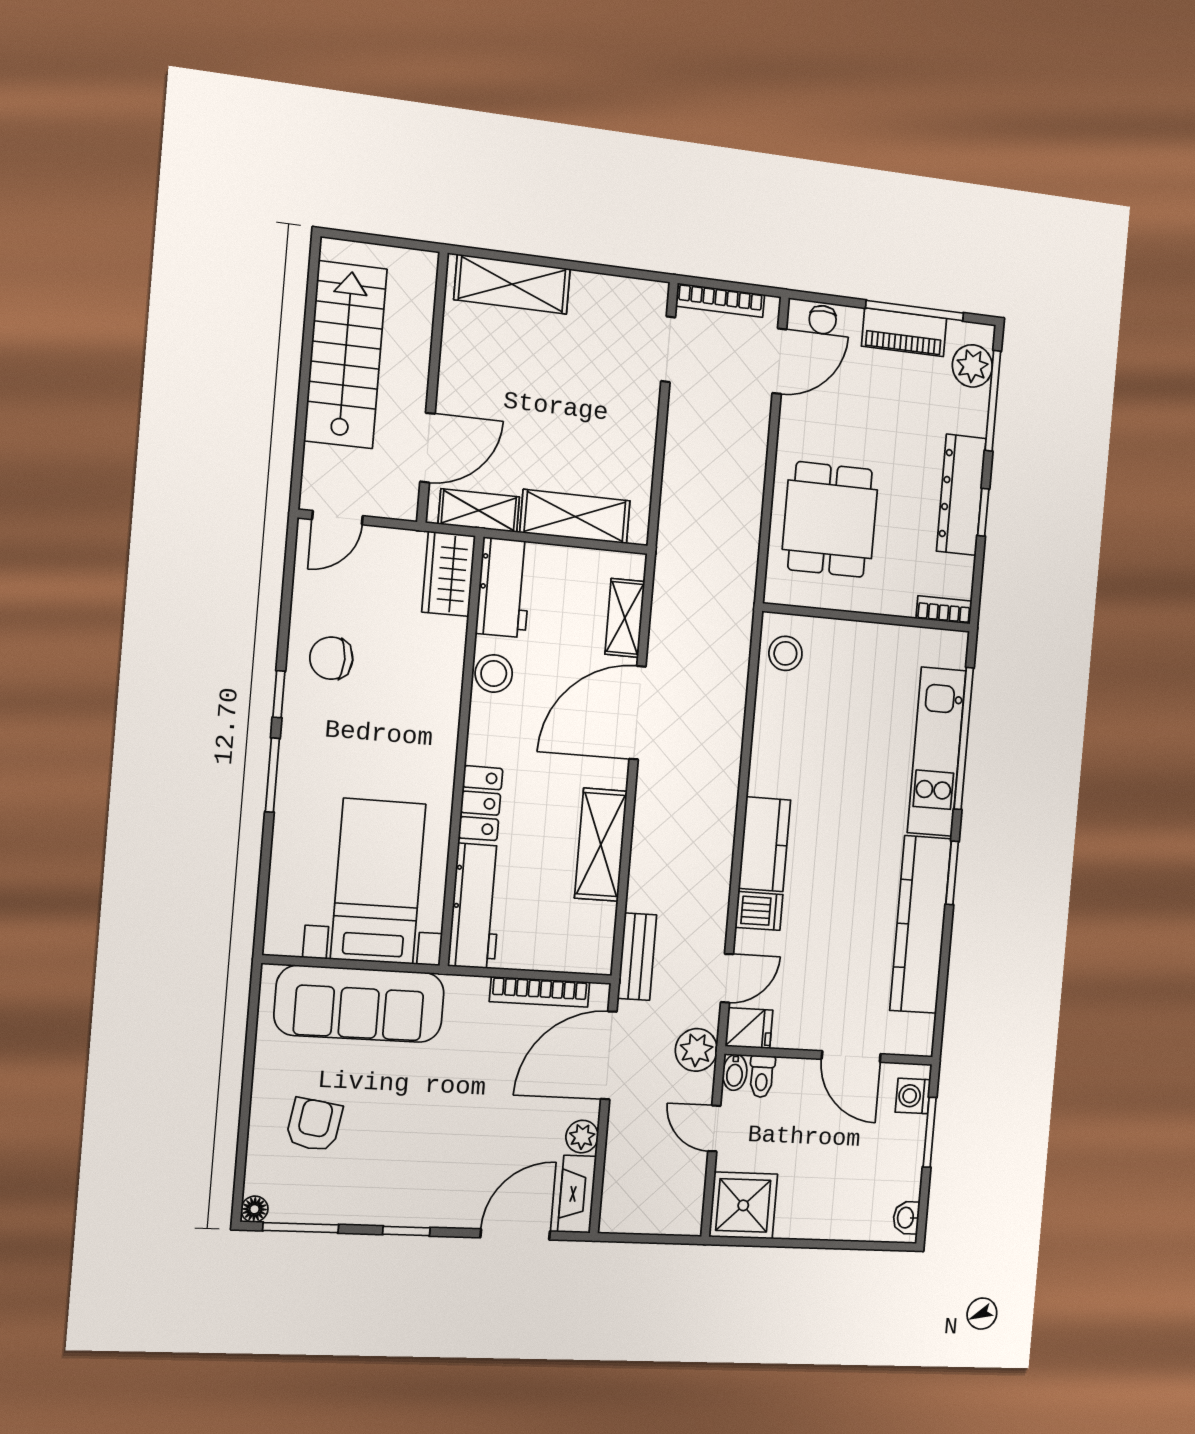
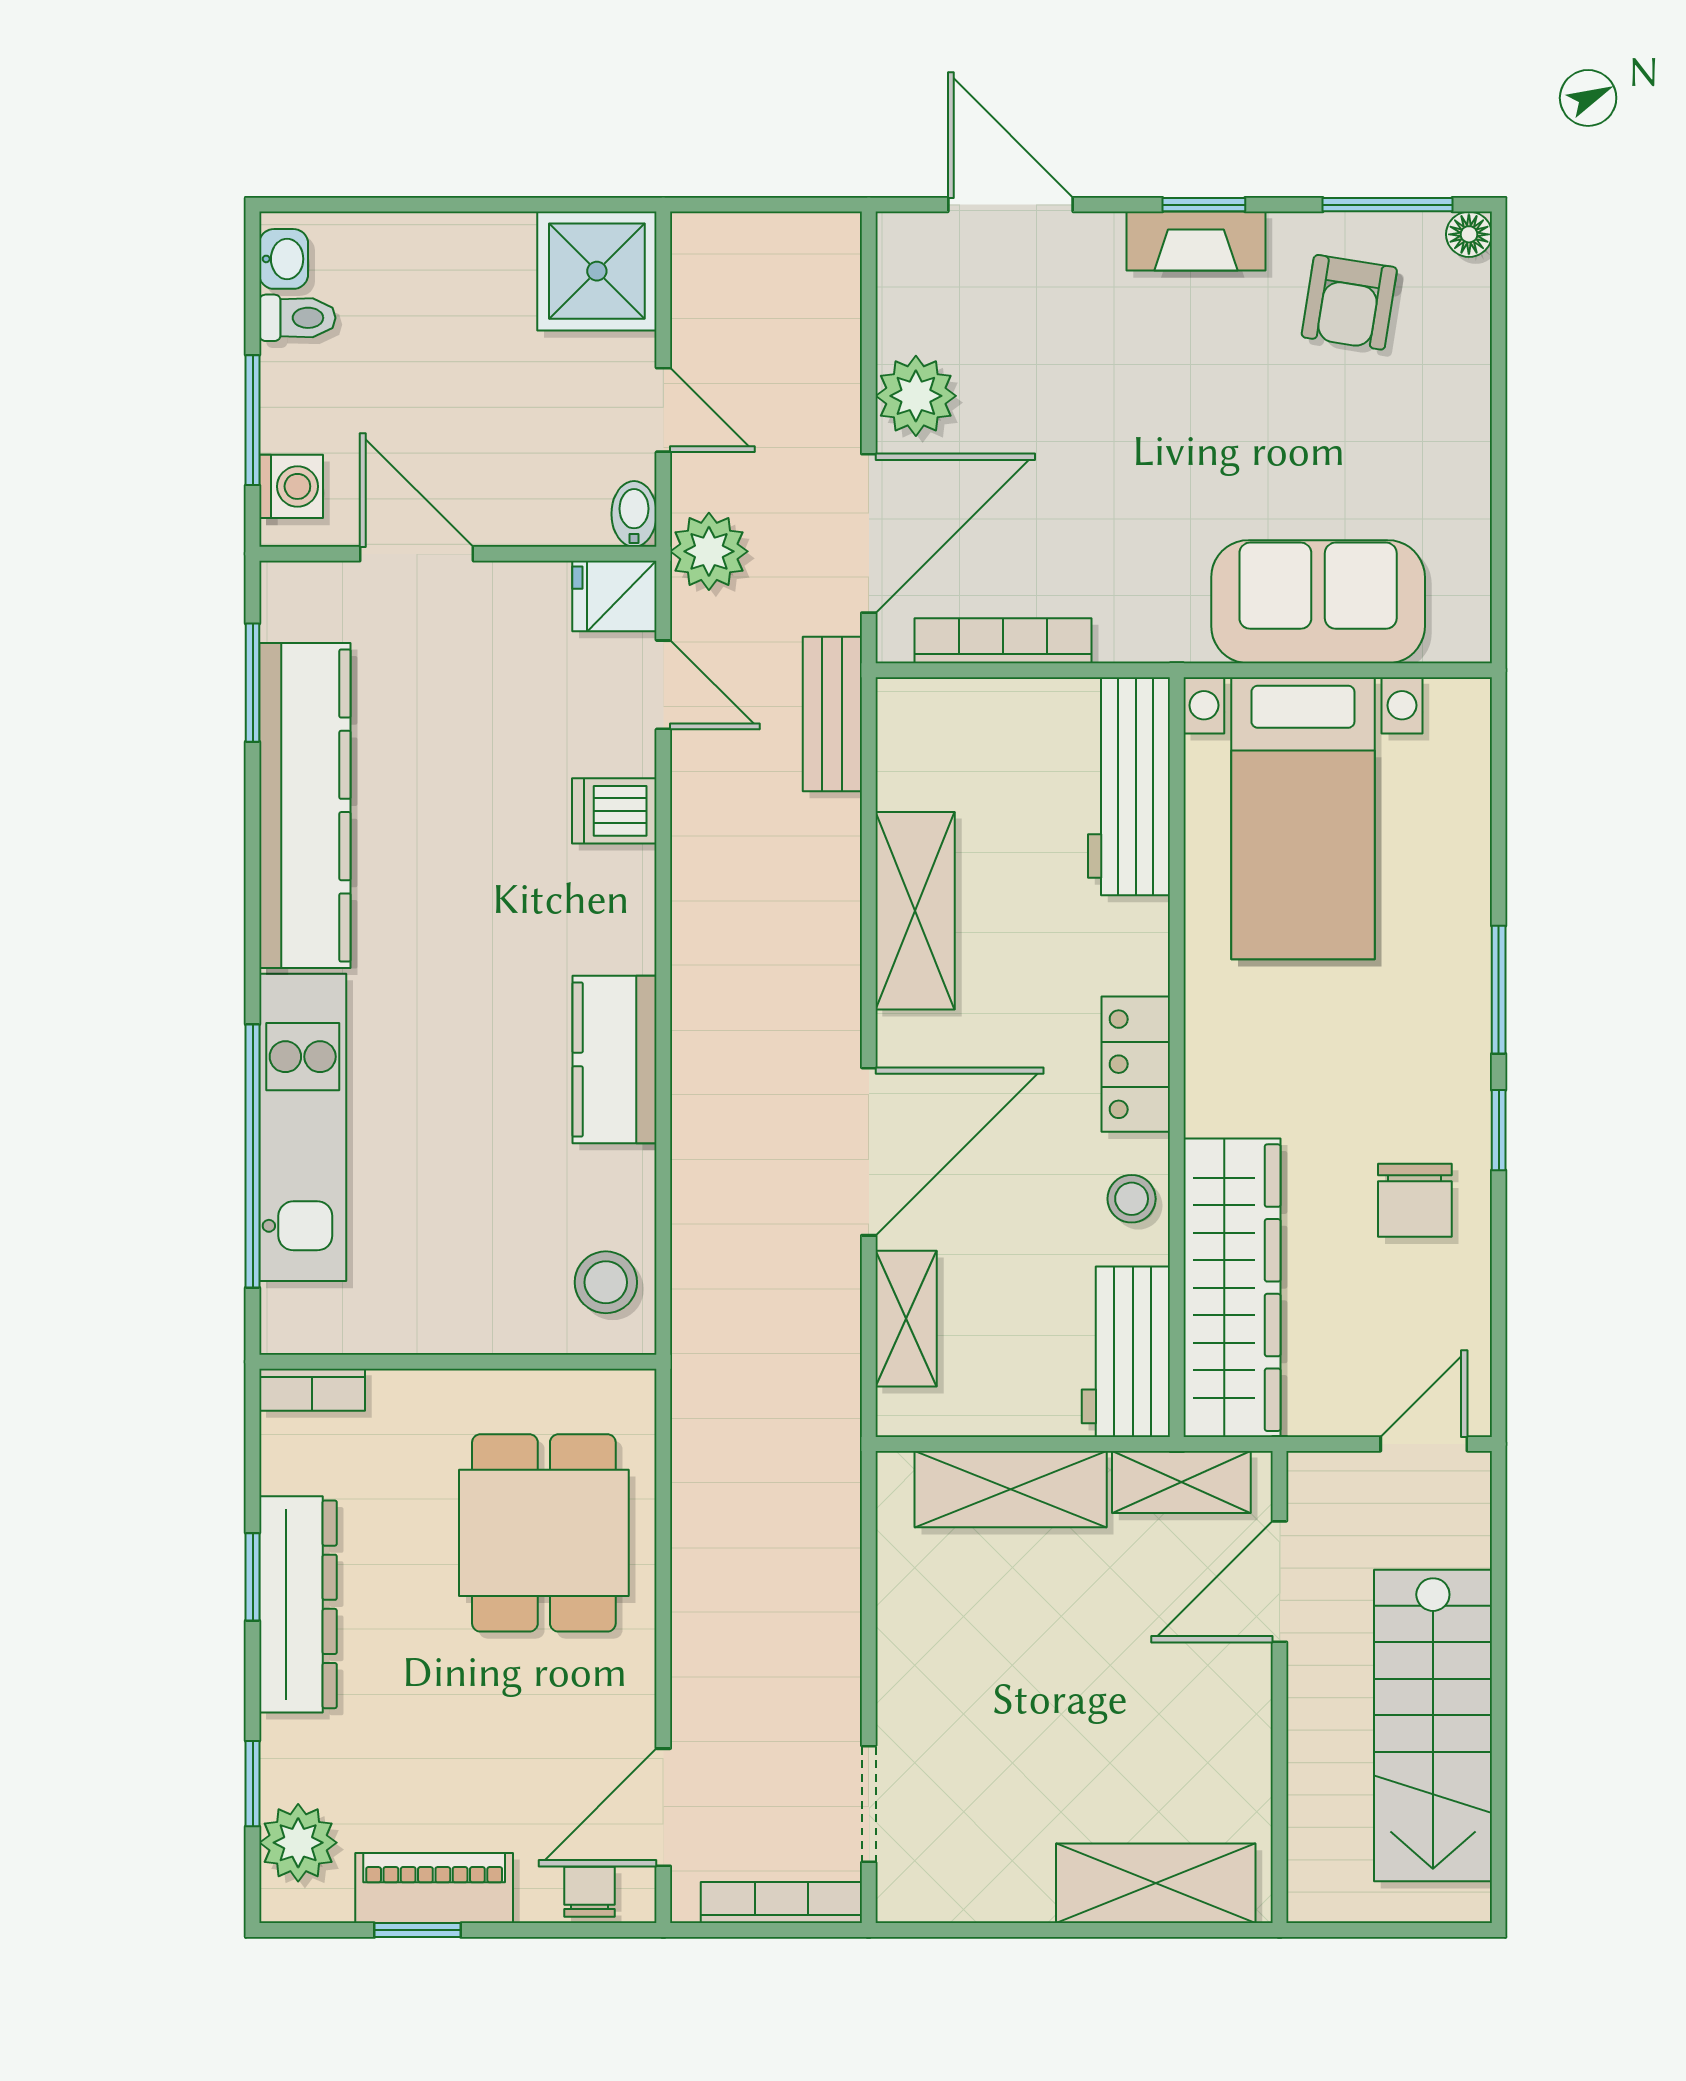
window: (915, 311) -> (418, 1930), width x0.46
window: (993, 401) -> (253, 1784), width x0.46
wardrobe: (449, 574) -> (1232, 1288), width x2.10, depth x1.17
chair: (331, 658) -> (1415, 1200), turned 90
stool: (494, 673) -> (1132, 1199), width x0.73, depth x0.73
locker: (481, 803) -> (1136, 1064), moved
kitchen counter: (765, 844) -> (615, 1060), moved
window: (952, 873) -> (253, 683), moved
door: (727, 978) -> (663, 685), swing flipped
sofa: (359, 1004) -> (1318, 602), width x0.73
toilet: (762, 1076) -> (297, 318), moved, turned 90
armchair: (314, 1125) -> (1349, 302), moved
plant: (582, 1137) -> (916, 396), width x1.38, depth x1.38
fireplace: (577, 1194) -> (1196, 241), moved, turned 90
door: (515, 1234) -> (1010, 205), swing flipped

